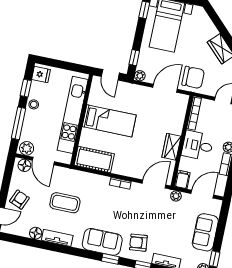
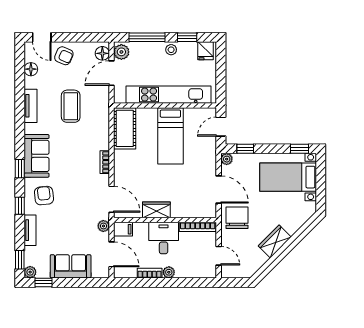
chair: (193, 77) -> (237, 218), turned 180
floor lamp: (36, 233) -> (31, 69), moved

